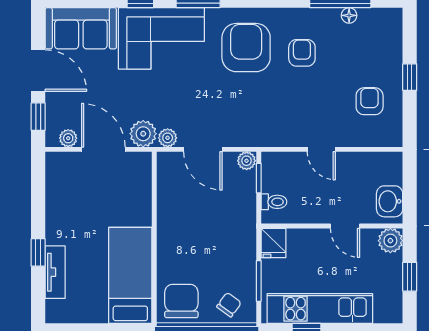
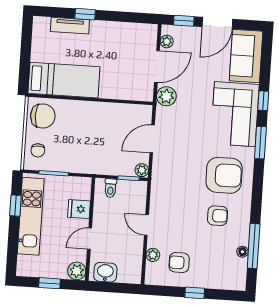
armchair: (370, 101) -> (179, 262), turned 180
plant: (168, 138) -> (153, 255), moved
door: (321, 149) -> (146, 225), hinge flipped
fridge: (273, 243) -> (79, 209), moved
chair: (229, 305) -> (38, 150), turned 54

